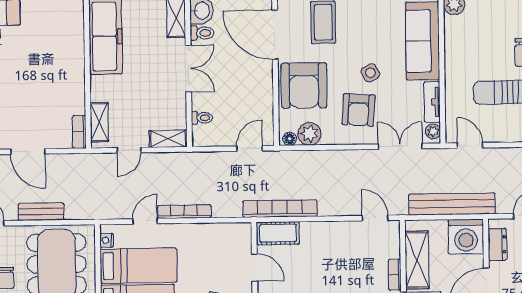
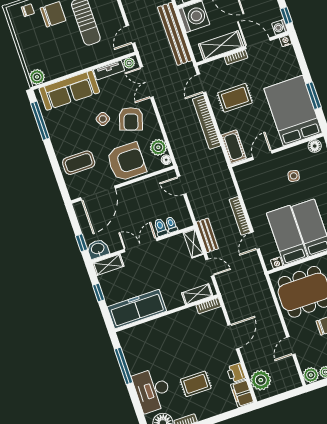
toilet: (202, 33) -> (161, 227), moved
armchair: (359, 110) -> (131, 119), turned 104
bookcase: (280, 209) -> (207, 122), moved
bench: (41, 212) -> (207, 235), moved
door: (145, 221) -> (255, 241), hinge flipped
rug: (342, 256) -> (235, 98), added

